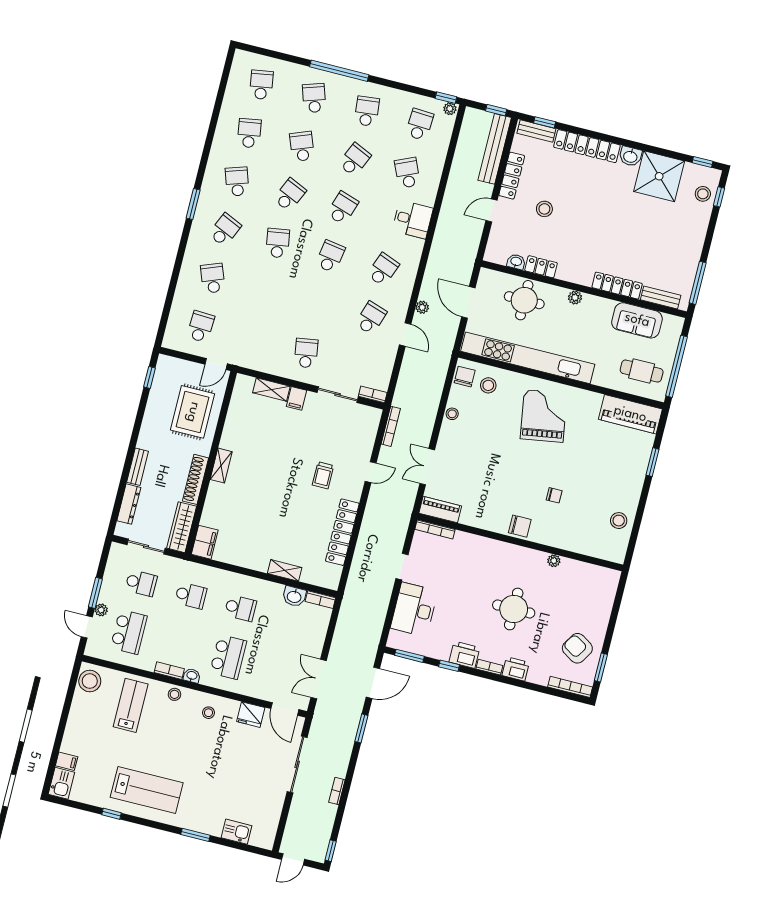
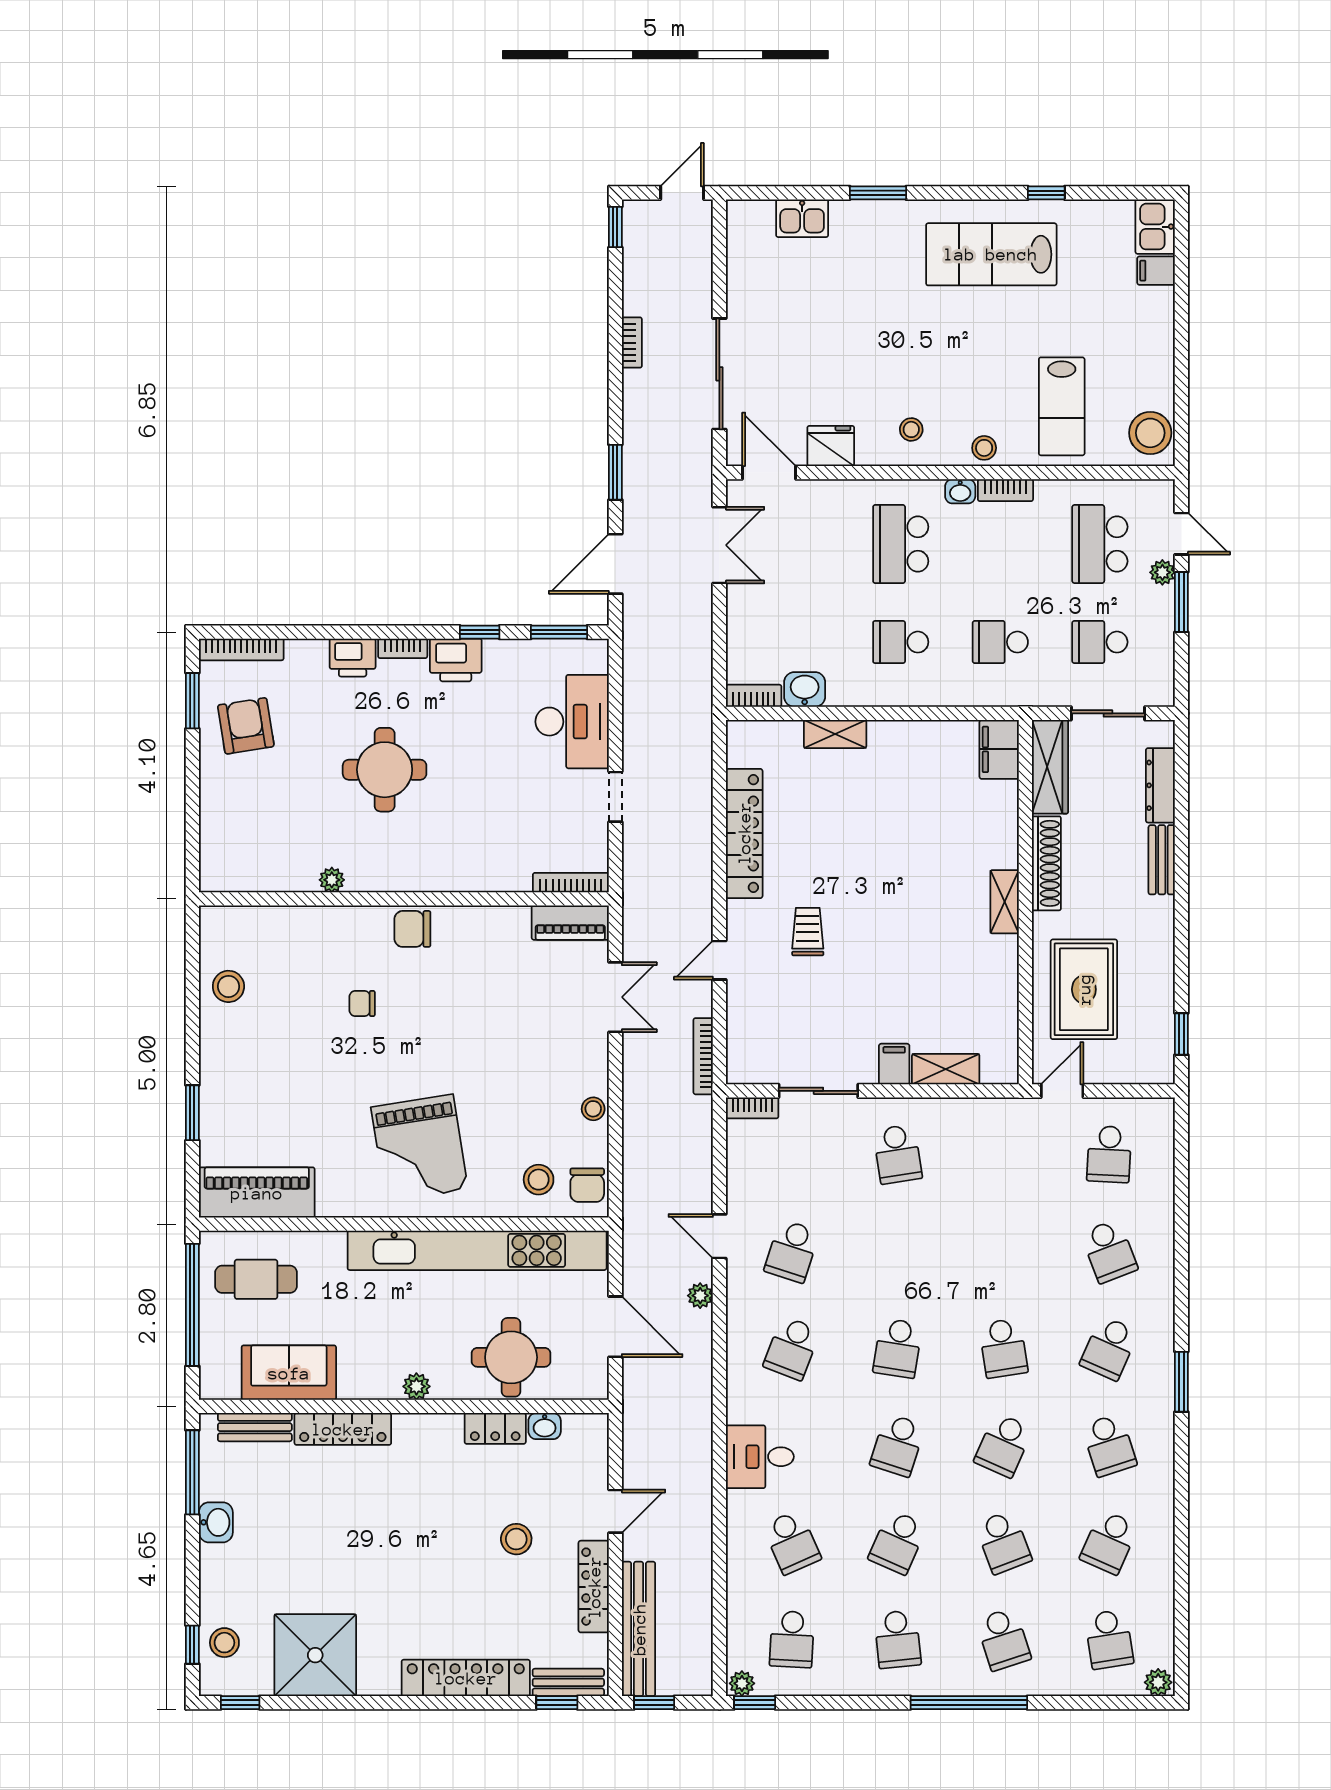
plant: (242, 57) -> (1158, 1682), added
school desk: (249, 133) -> (1109, 1542), turned 33
washbasin: (630, 156) -> (216, 1522), moved, turned 90
armchair: (577, 648) -> (246, 726), turned -131

